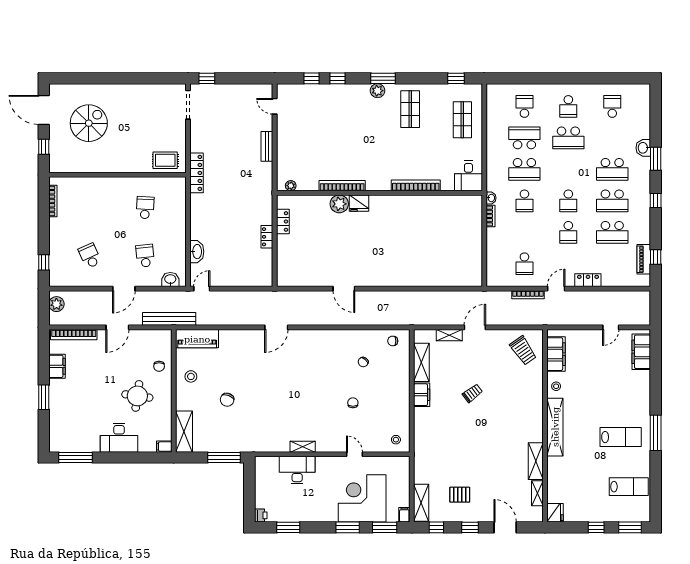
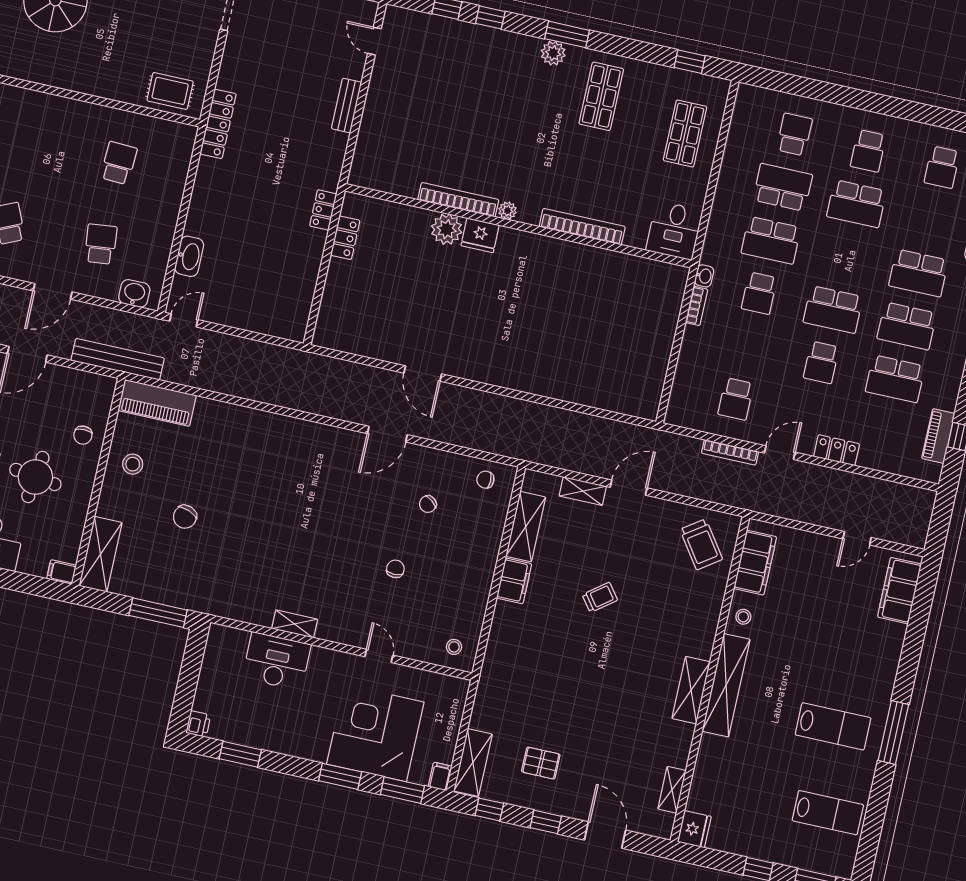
school desk: (612, 106) -> (942, 167), turned 180
plant: (291, 186) -> (508, 211), moved
school desk: (568, 201) -> (833, 310), width x1.85
locker: (267, 237) -> (323, 210), moved
door: (276, 327) -> (387, 434), moved
shelving: (536, 461) -> (691, 690), moved

